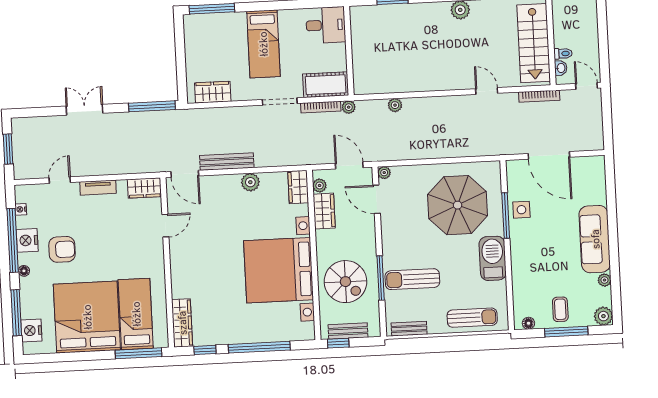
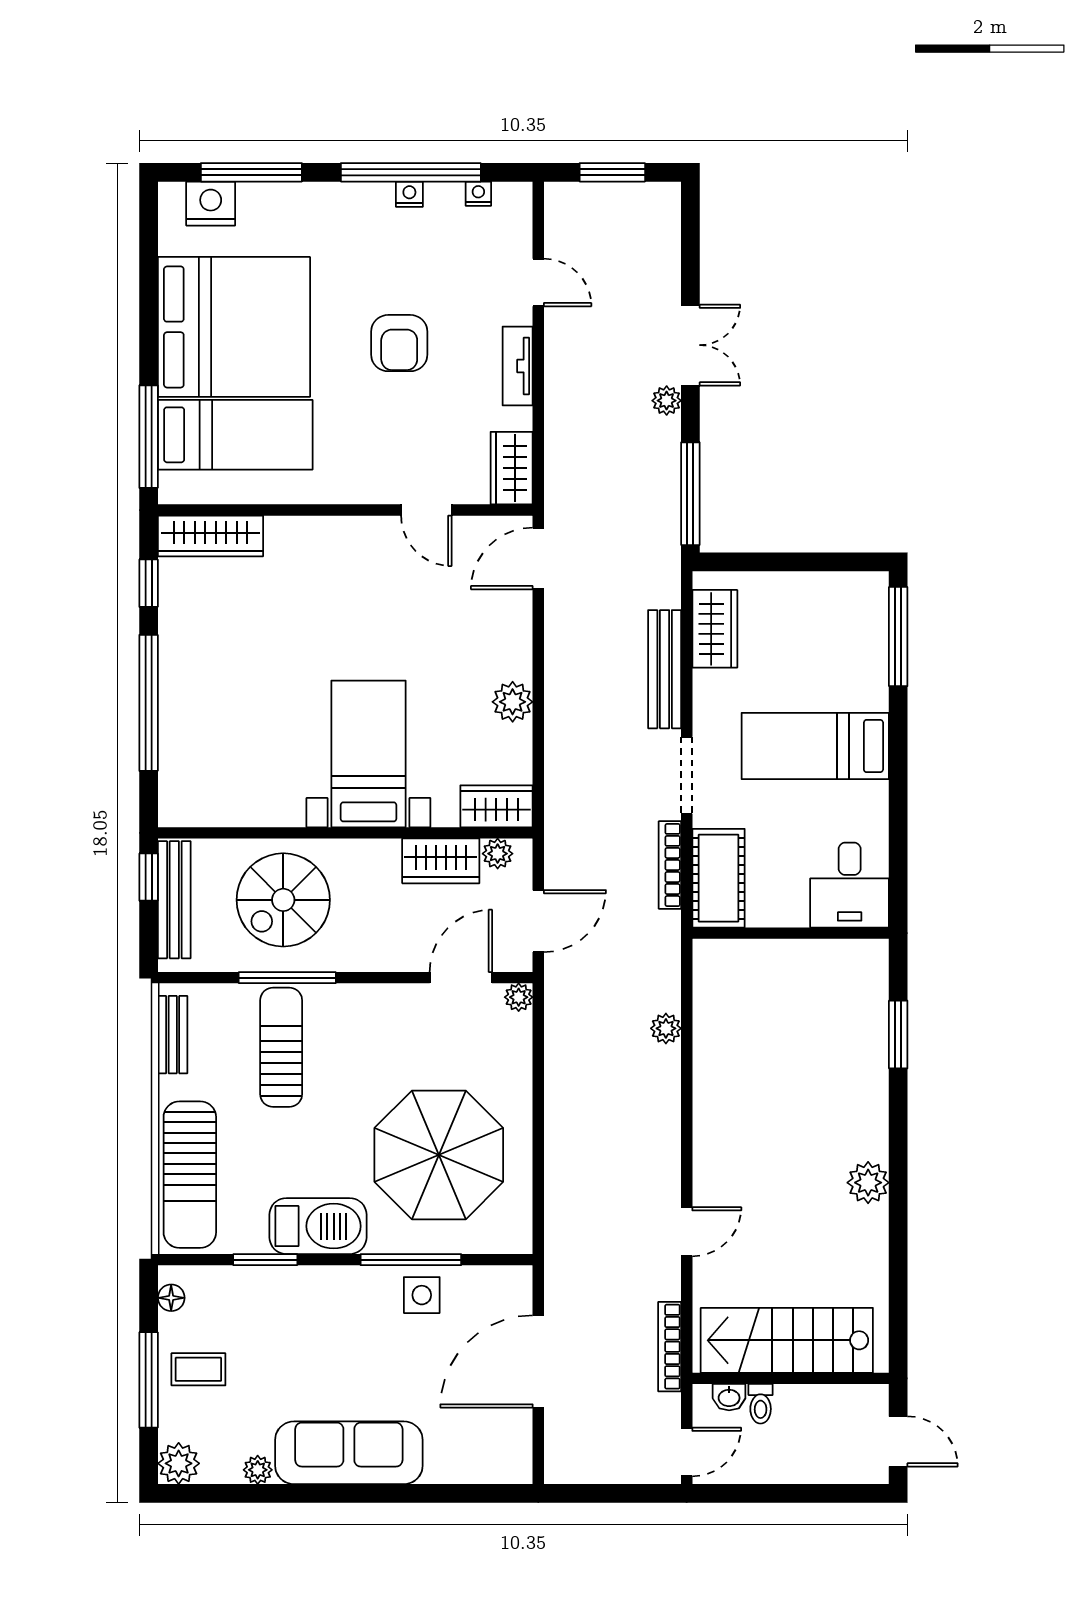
plant: (349, 107) -> (667, 401), moved
bench: (227, 162) -> (665, 669), moved
nightstand: (27, 240) -> (409, 194), width x0.53, depth x0.56
armchair: (62, 249) -> (399, 343), moved
bed with nightstands: (279, 270) -> (368, 754), width x0.54
floor lamp: (24, 271) -> (343, 194), removed
window: (509, 281) -> (265, 1260), added
sun lounger: (472, 318) -> (190, 1175), width x1.36, depth x1.34
bench: (348, 331) -> (174, 900), width x1.36

